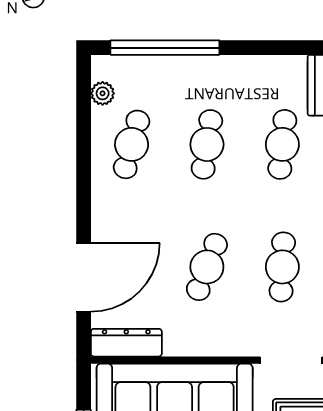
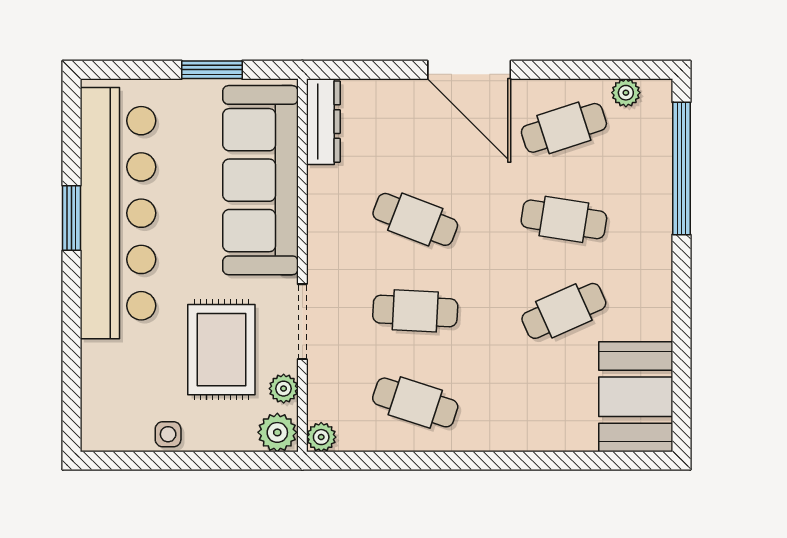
cafe table: (132, 144) -> (564, 128), turned -33
cafe table: (282, 144) -> (564, 311), turned -30
door: (84, 277) -> (469, 70), moved

